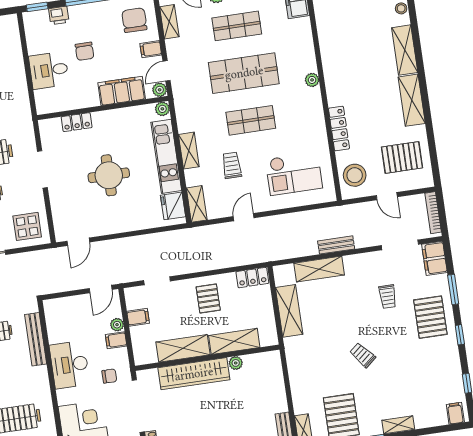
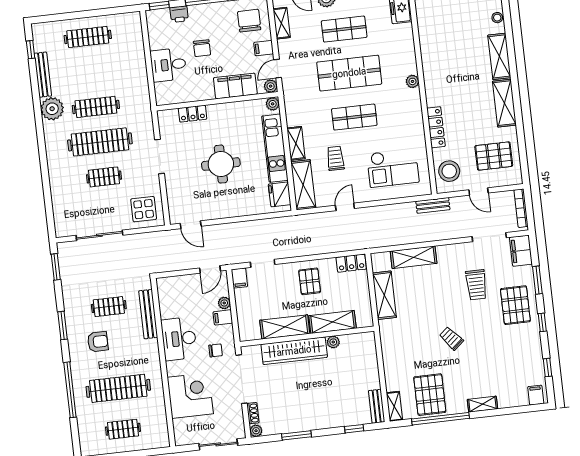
shelving: (197, 204) -> (303, 185), width x1.50, depth x1.33
door: (78, 242) -> (191, 225), hinge flipped
bench: (336, 245) -> (433, 205), moved
trolley: (388, 297) -> (476, 285), width x1.36, depth x1.39
filing cabinet: (138, 317) -> (239, 278), moved, turned 90

